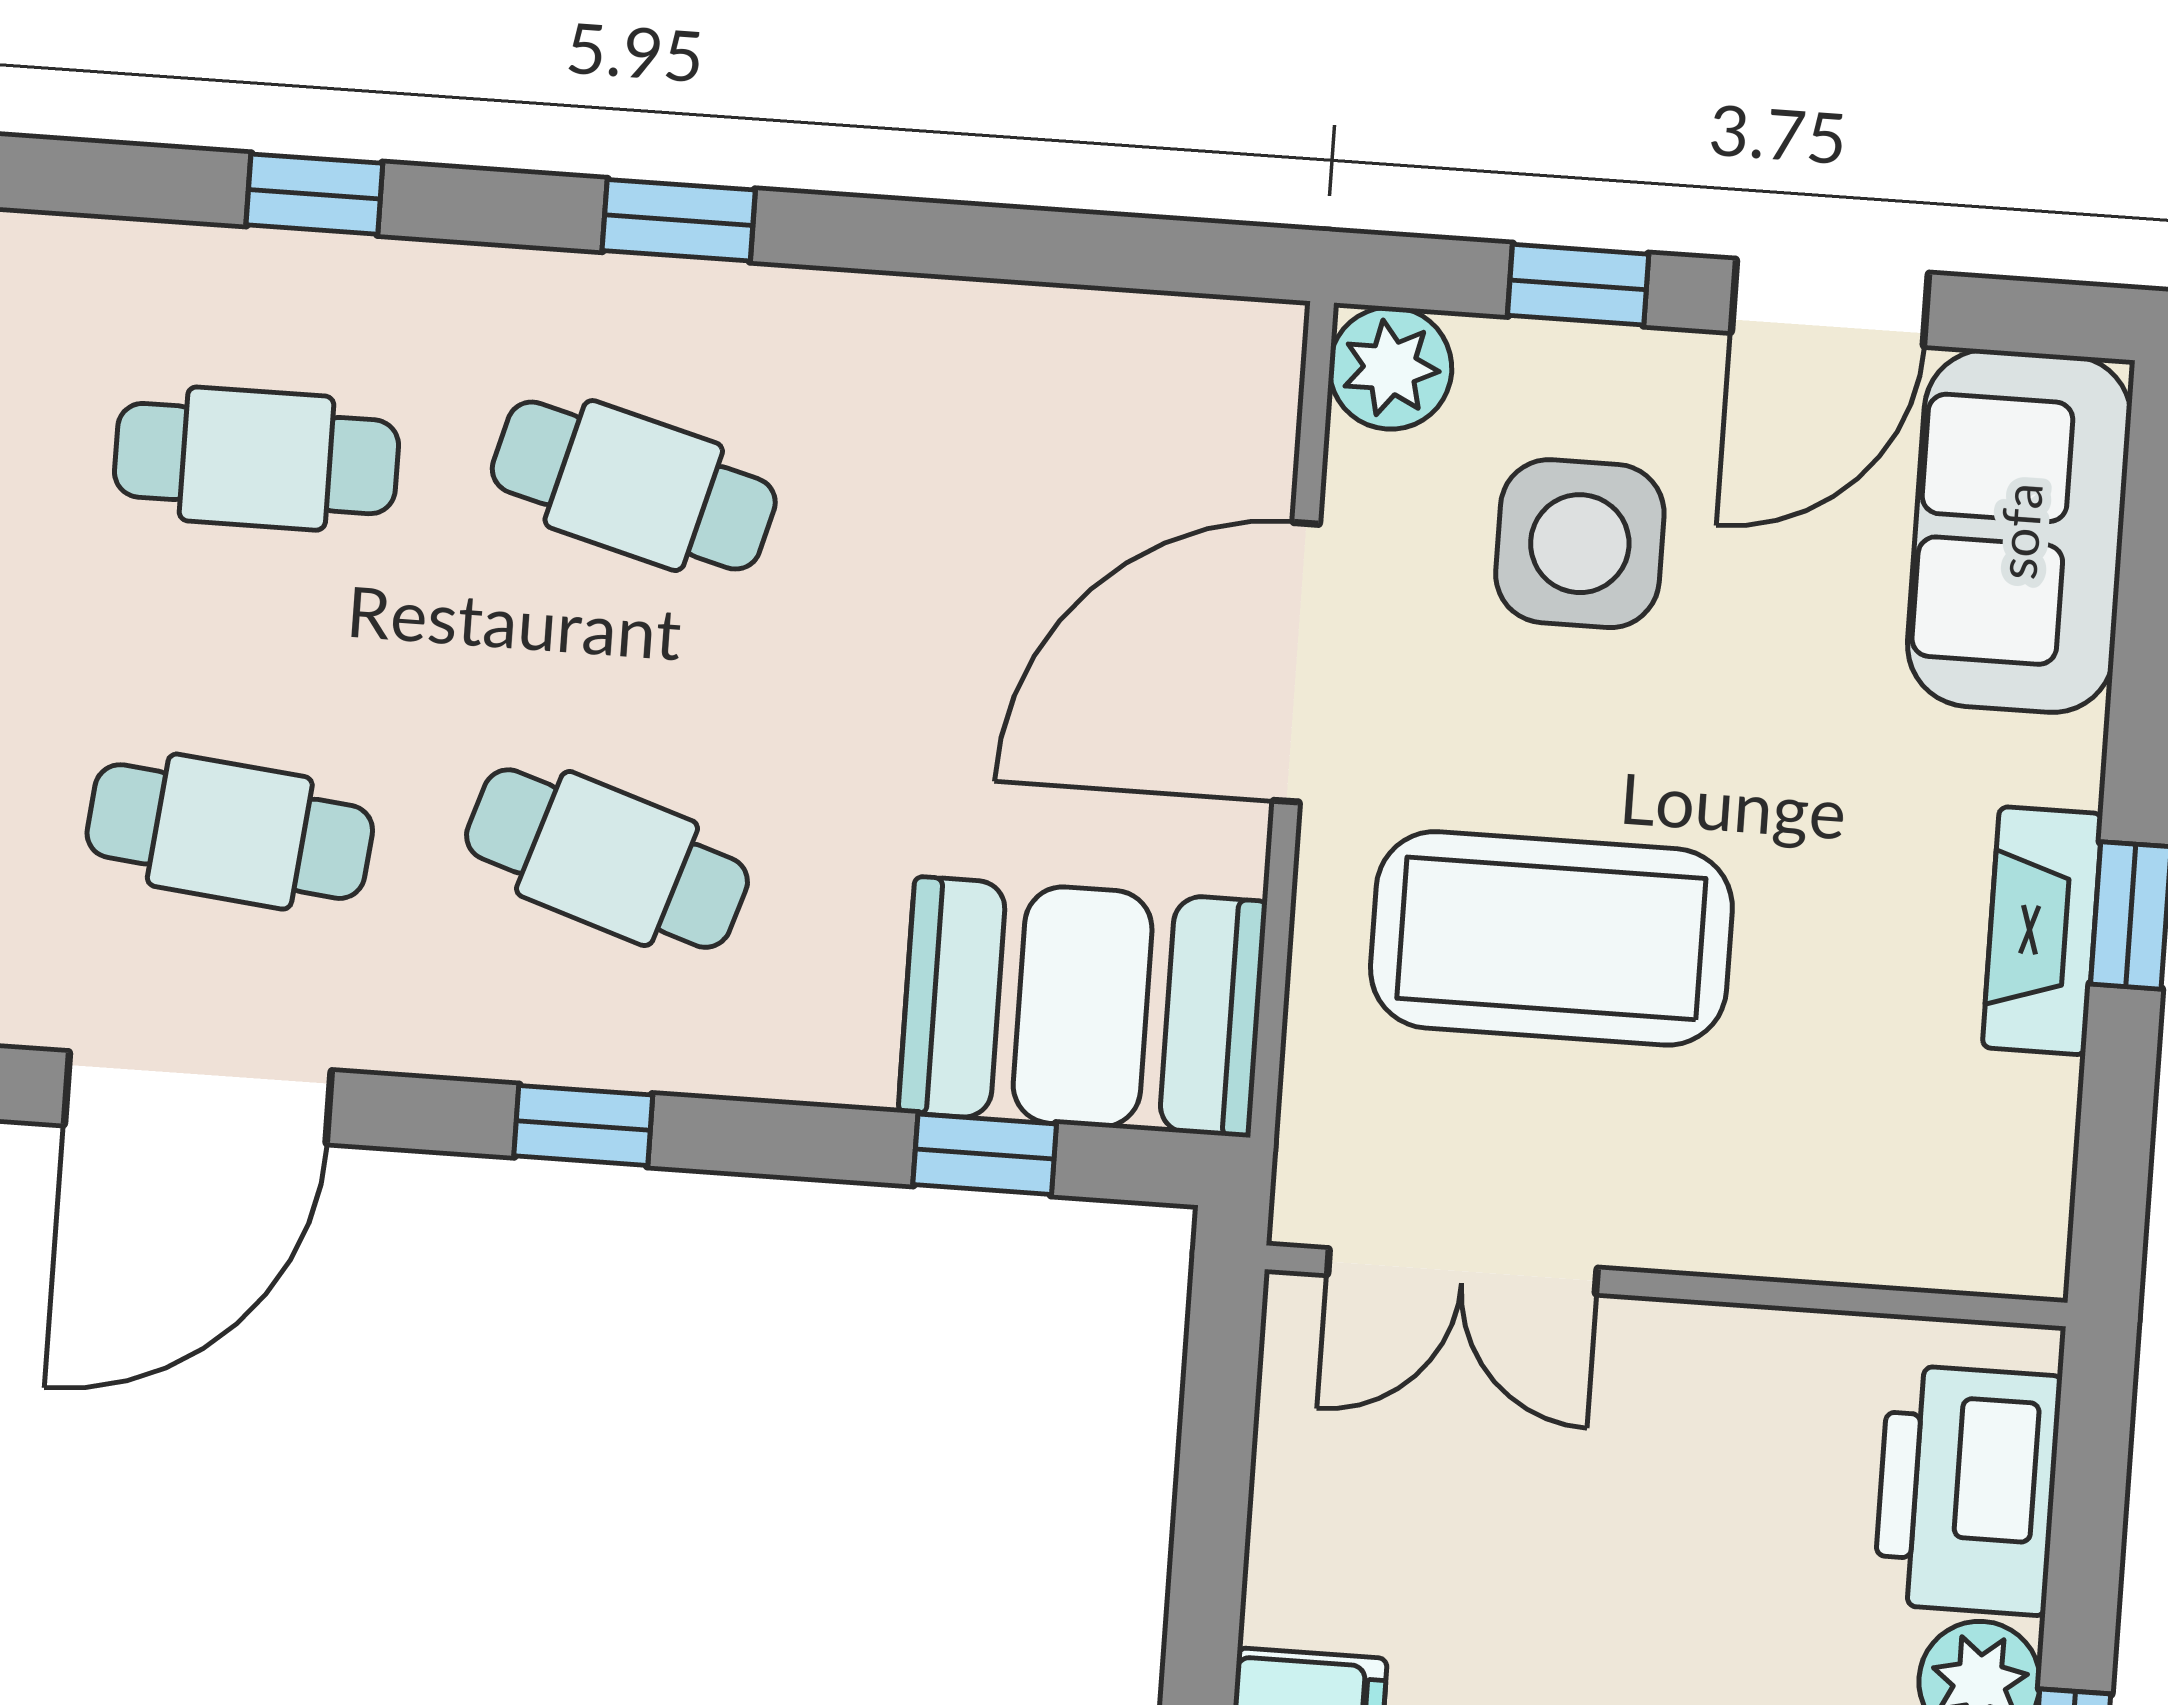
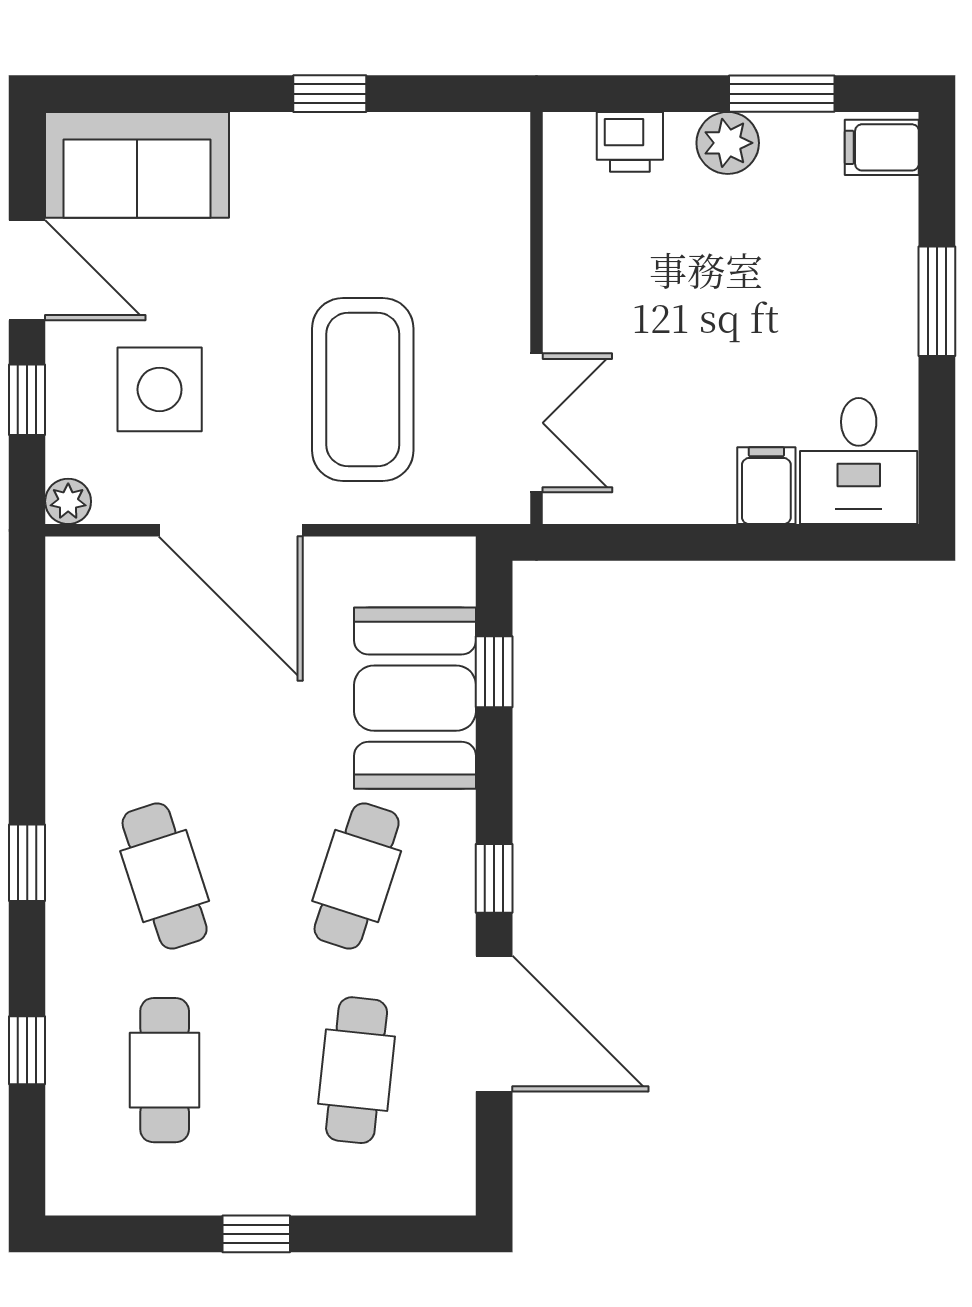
plant: (1390, 368) -> (68, 501), width x0.73, depth x0.73
cafe table: (634, 486) -> (165, 876), turned -33
fireplace: (2042, 931) -> (341, 138), removed
booth: (1083, 1007) -> (415, 698), moved
door: (198, 1098) -> (494, 1024), moved
printer: (1967, 1490) -> (630, 142), width x0.53, depth x0.68

